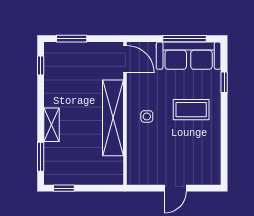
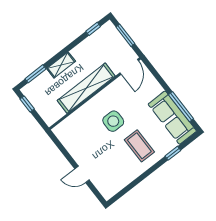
door: (125, 59) -> (129, 67), moved
wall: (125, 113) -> (95, 94), moved
side table: (147, 116) -> (113, 121), width x1.87, depth x1.87
shelving: (113, 118) -> (86, 88), moved

